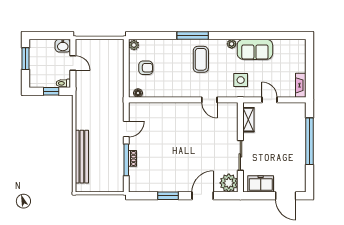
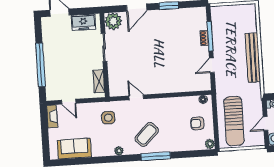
sofa: (255, 49) -> (74, 149), moved
coffee table: (201, 59) -> (147, 135), turned 46
door: (73, 63) -> (266, 123), hinge flipped
sun lounger: (106, 68) -> (234, 121), added
door: (270, 100) -> (69, 102), moved
bench: (82, 157) -> (253, 58), moved

